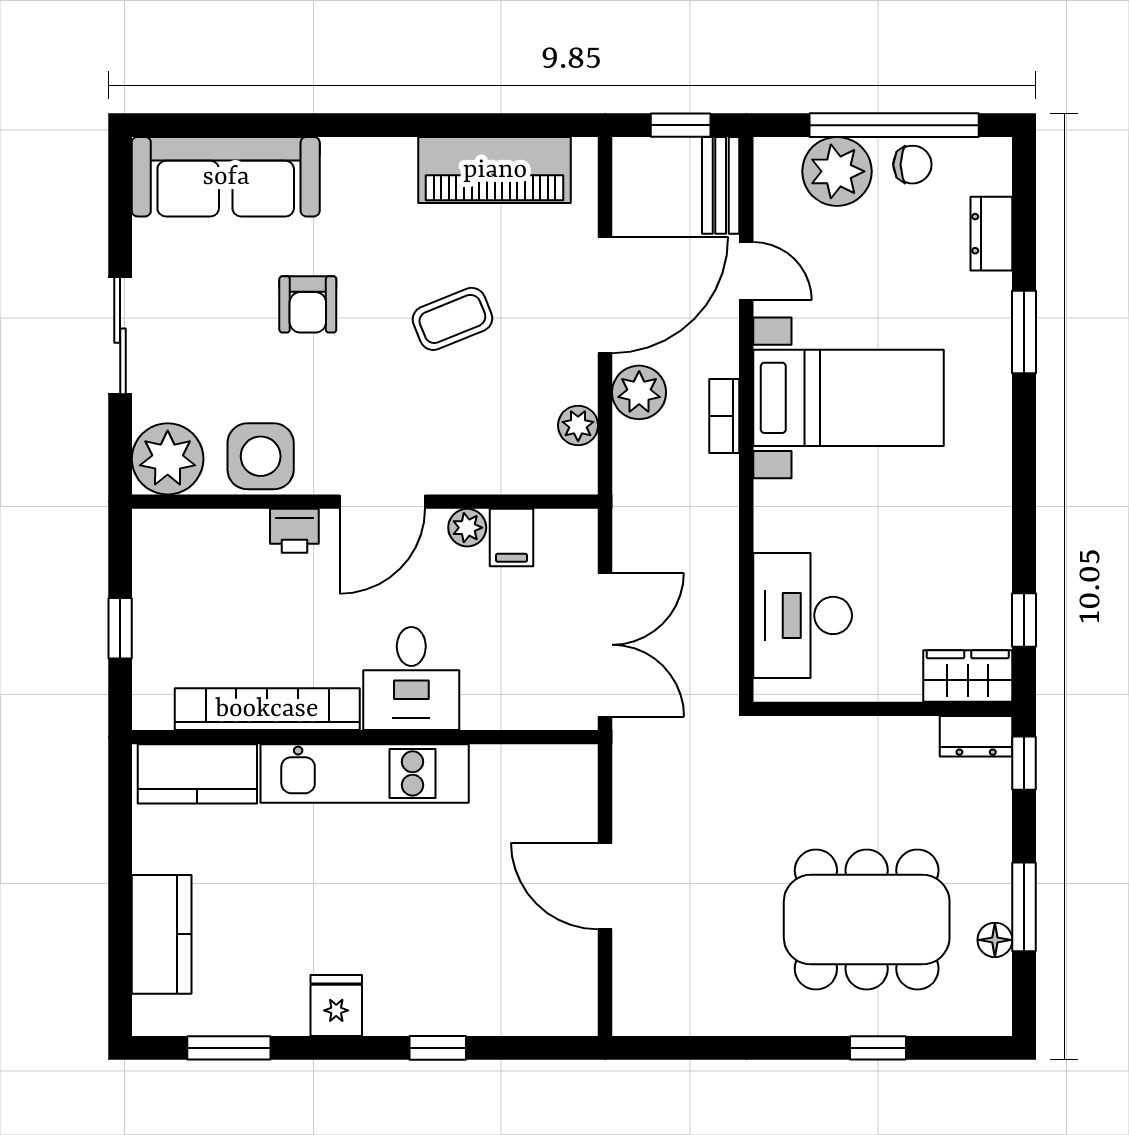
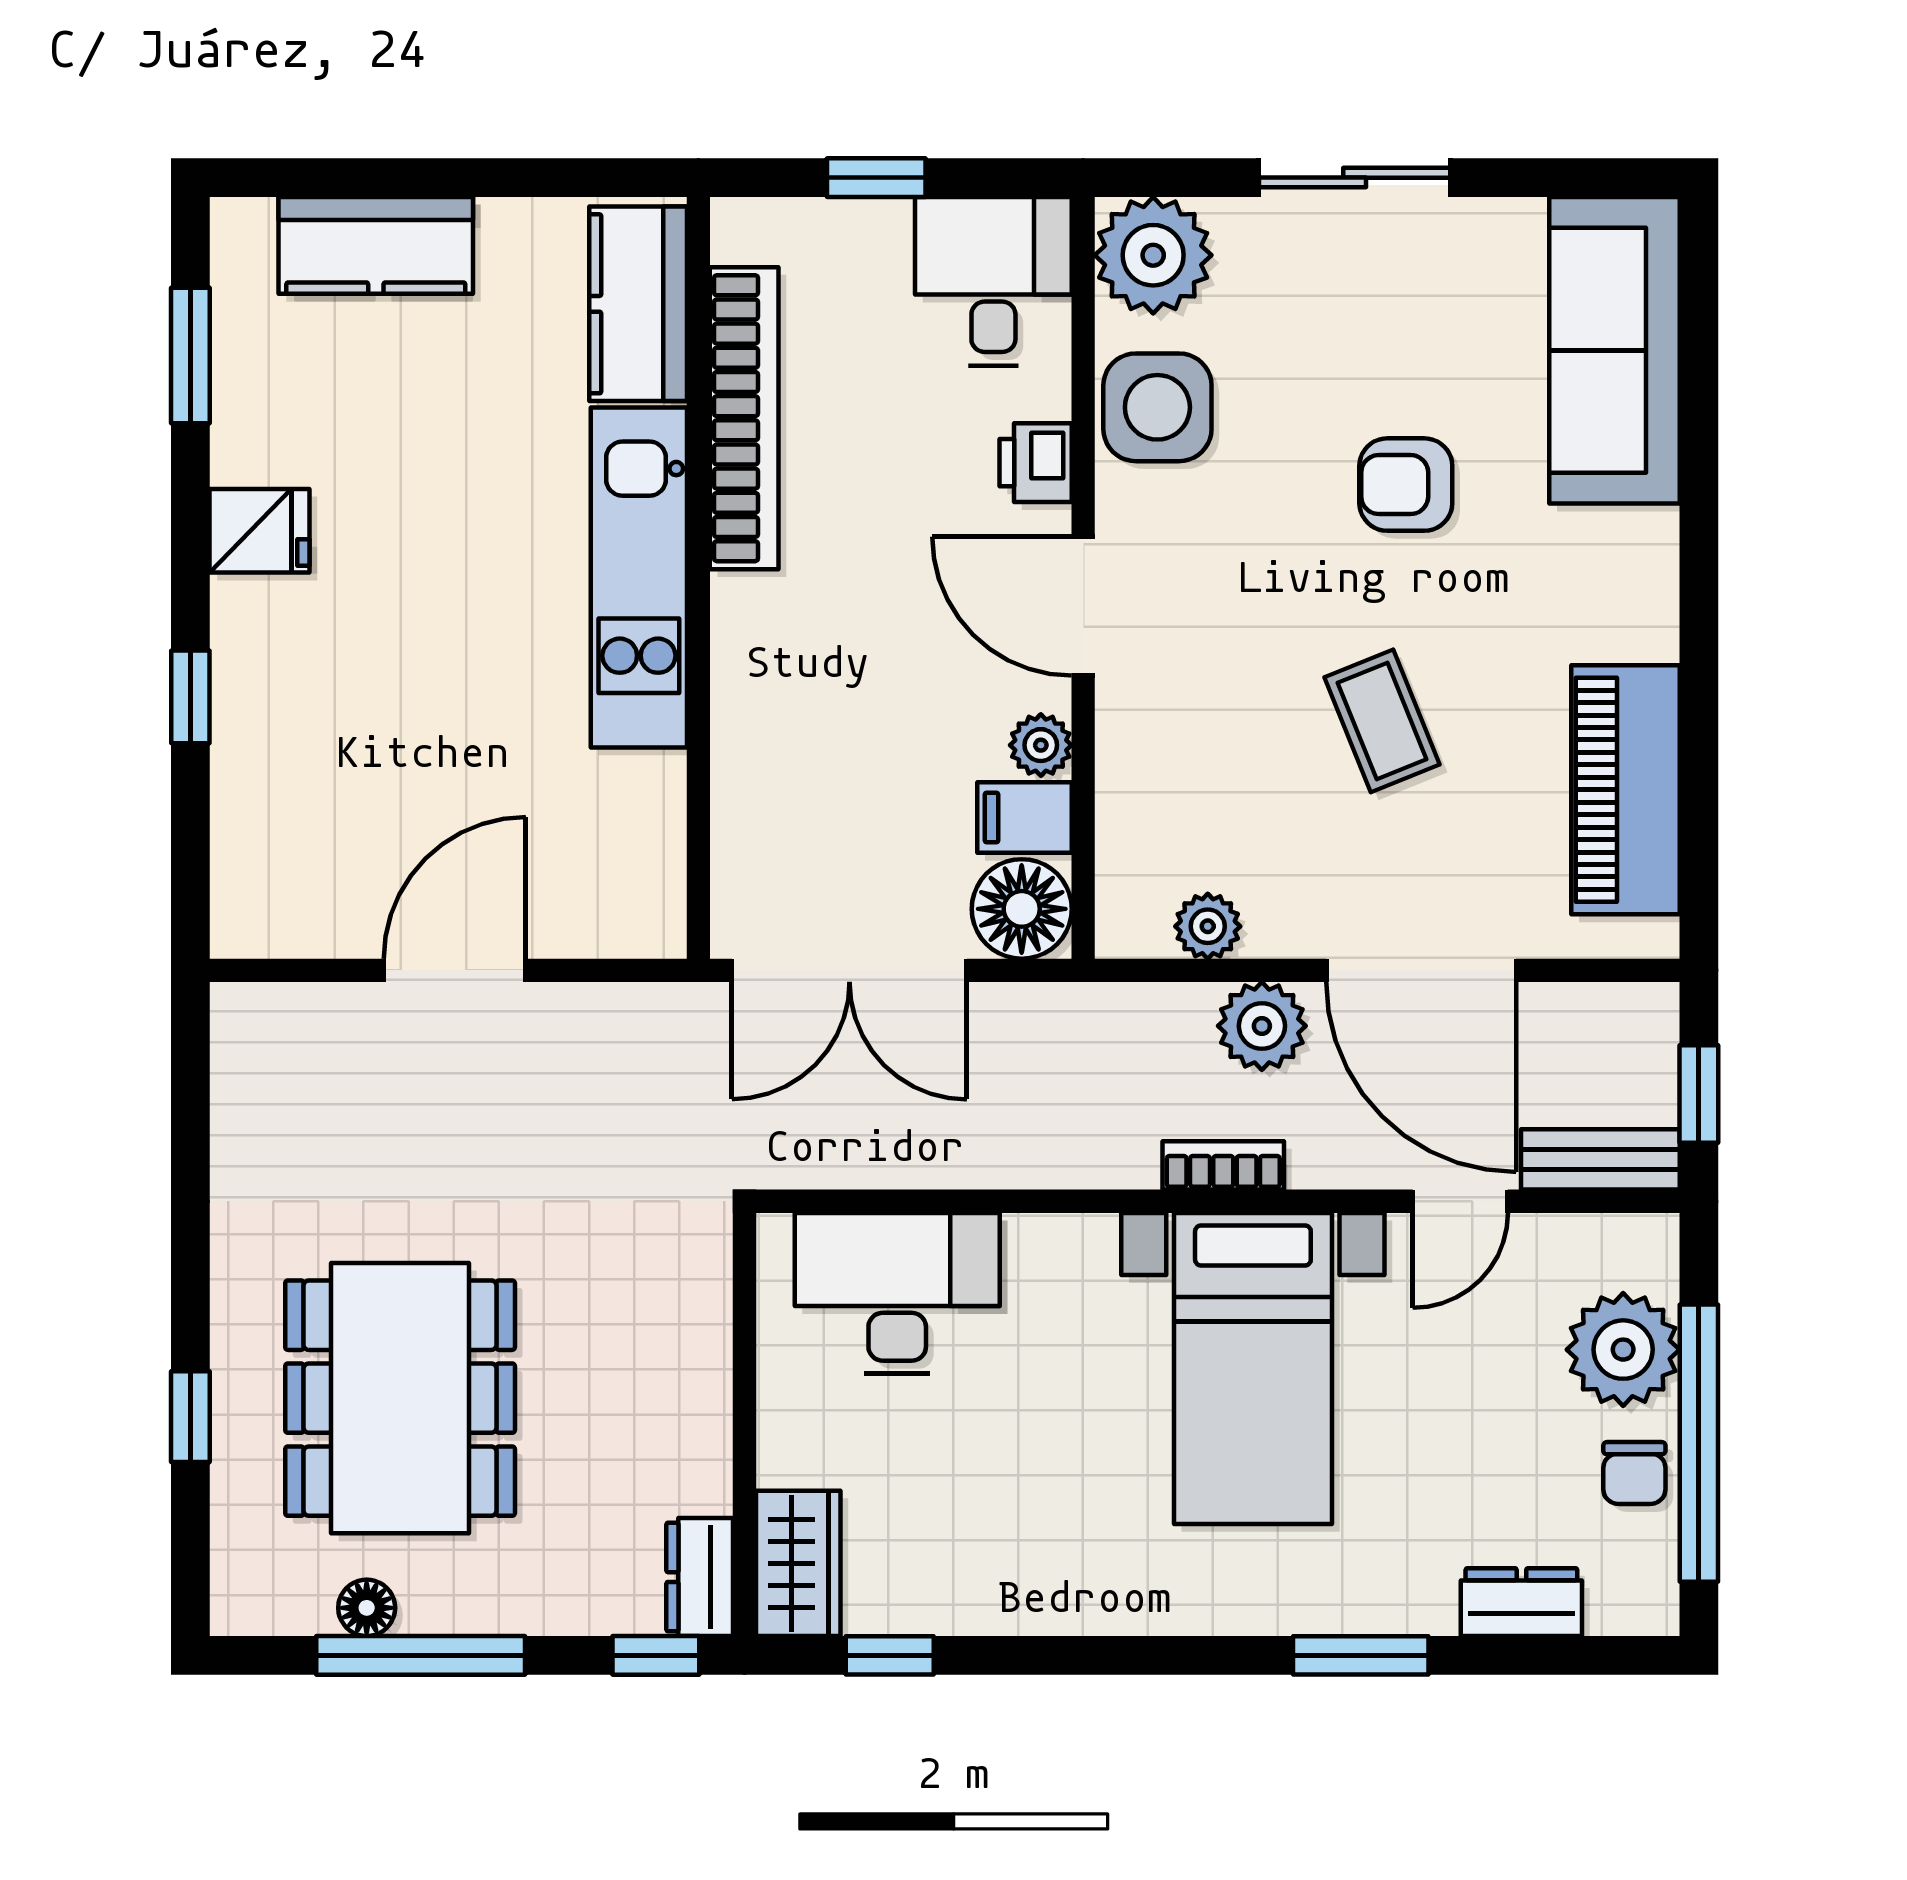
floor lamp: (567, 539) -> (1022, 909), added
desk: (411, 678) -> (993, 281), moved, turned 90
window: (1024, 907) -> (421, 1655), width x1.44

